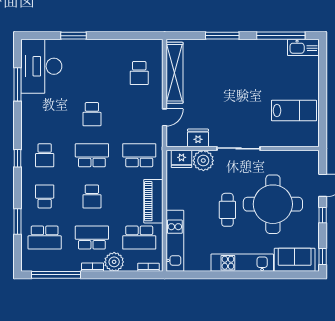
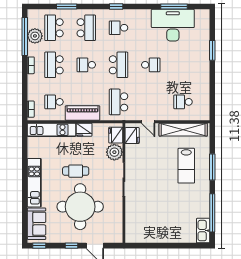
desk: (41, 66) -> (173, 25), moved
lab bench: (294, 111) -> (186, 166), moved
school desk: (92, 114) -> (151, 65), turned 180
fridge: (198, 138) -> (132, 136), moved
school desk: (139, 155) -> (118, 102), turned 180
school desk: (45, 196) -> (86, 28), width x1.85
fridge: (175, 199) -> (84, 130), added
school desk: (92, 238) -> (54, 65), turned 180
school desk: (139, 238) -> (54, 102), width x0.54
plant: (114, 262) -> (35, 36), moved

